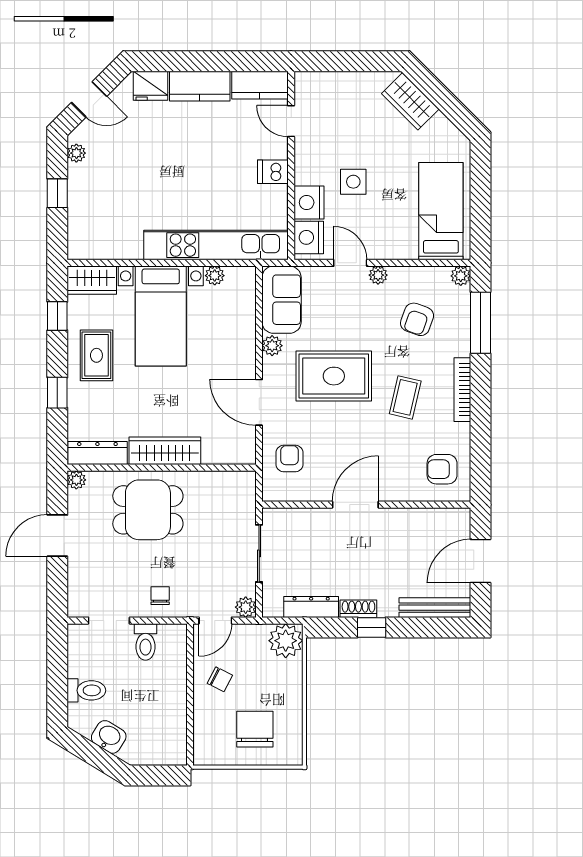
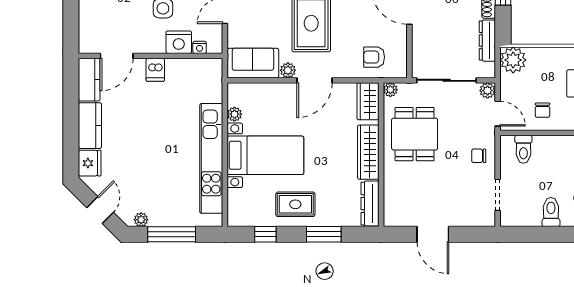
door: (291, 121) -> (117, 56), width x1.38
window: (57, 193) -> (172, 234), width x2.17
nightstand: (309, 237) -> (200, 47), width x0.53, depth x0.56
kitchen unit: (216, 245) -> (211, 158), moved
wardrobe: (92, 280) -> (368, 101), moved, turned 180
window: (57, 393) -> (324, 234), width x1.50
door: (259, 402) -> (314, 80), moved
plant: (76, 480) -> (390, 90), moved
dining table: (148, 510) -> (415, 134), moved
sliding door: (259, 553) -> (446, 80), width x1.37
toilet: (145, 642) -> (523, 149), moved, turned 90
chair: (220, 679) -> (543, 110), turned 153

